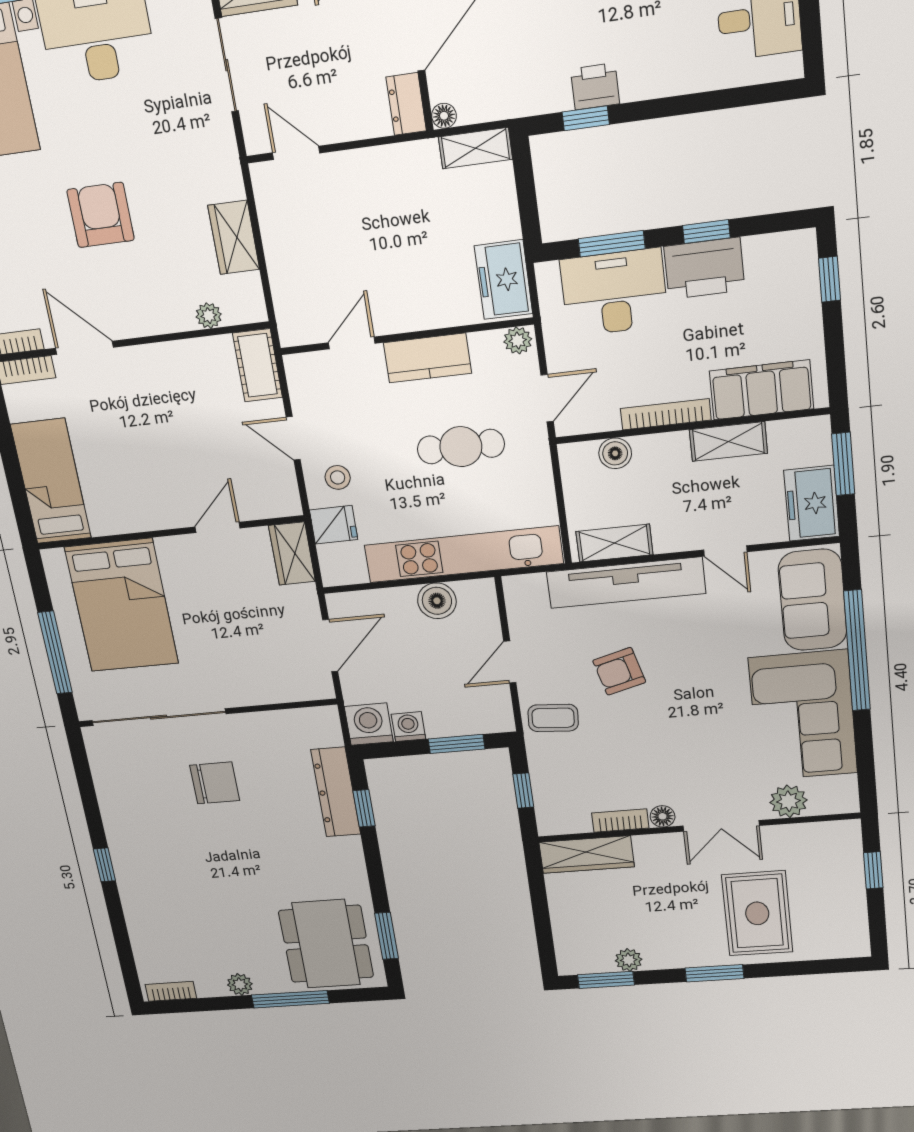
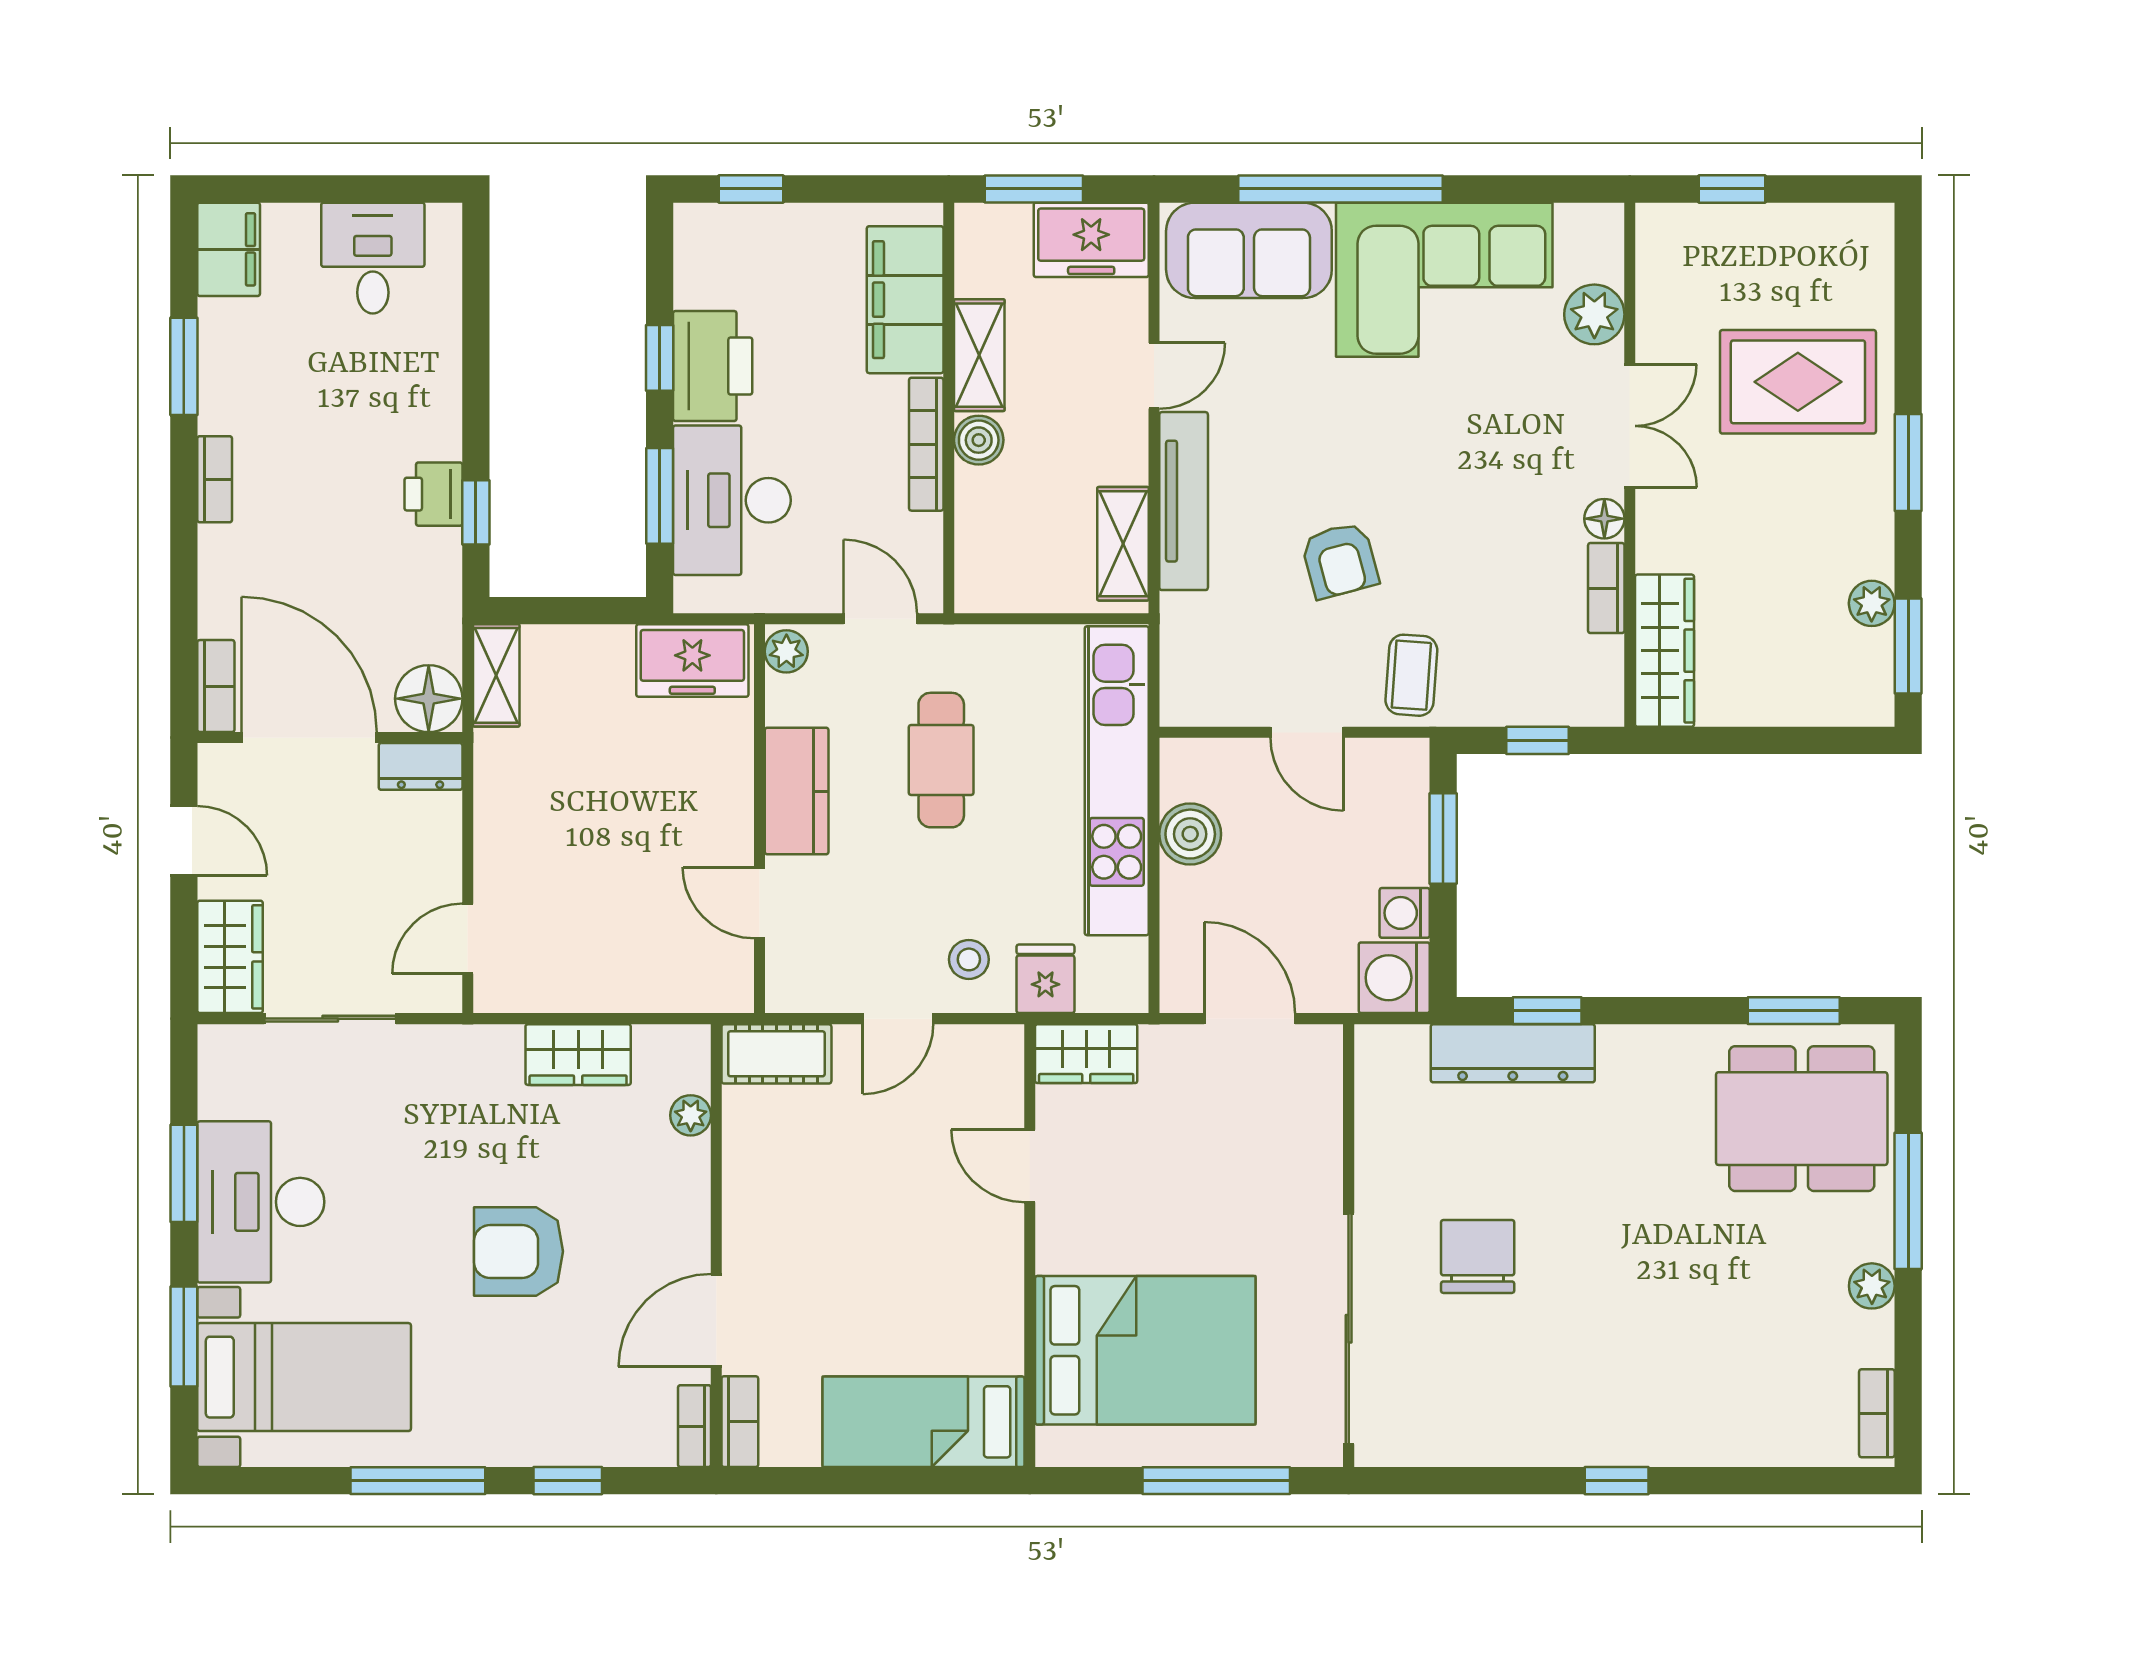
floor lamp: (444, 116) -> (429, 699), width x1.89, depth x1.89
boiler: (615, 453) -> (979, 440), moved
tv unit: (626, 583) -> (1184, 501), width x0.73, depth x0.78

